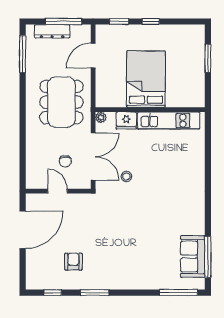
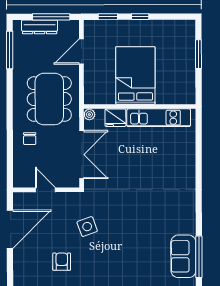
chair: (65, 161) -> (30, 139), moved
stool: (126, 176) -> (116, 175), removed
side table: (98, 227) -> (87, 227), added

